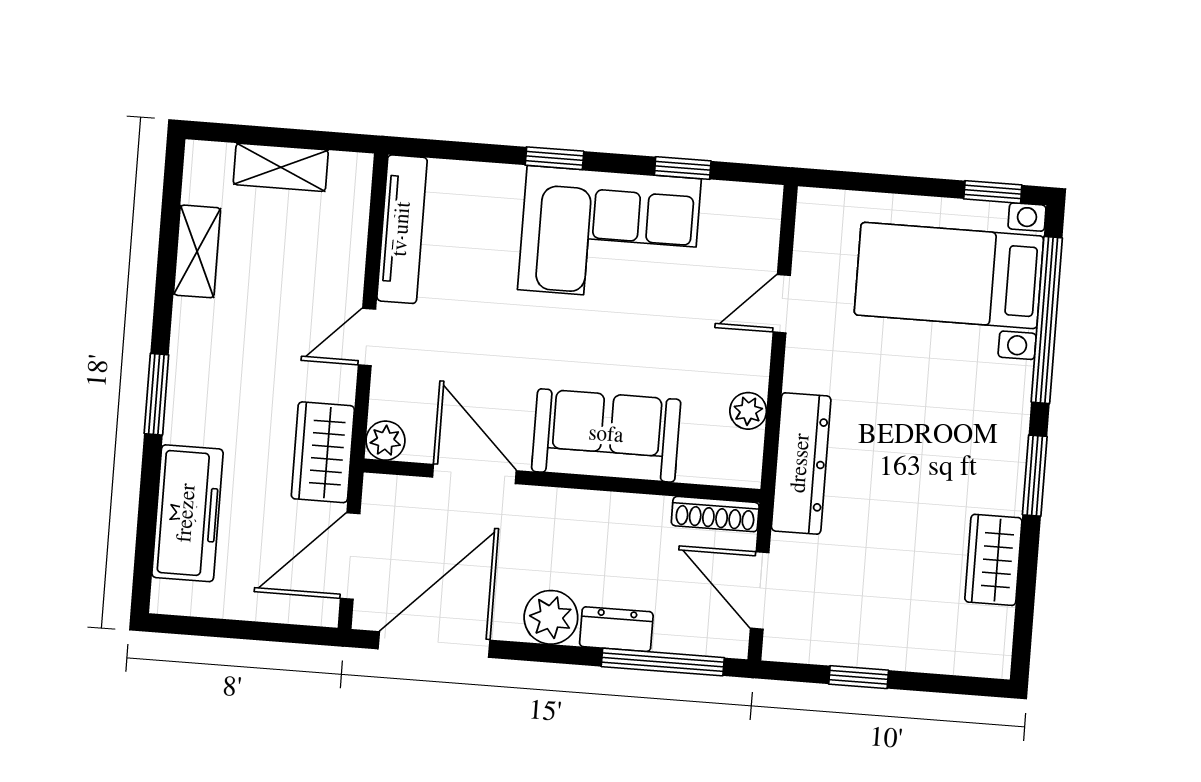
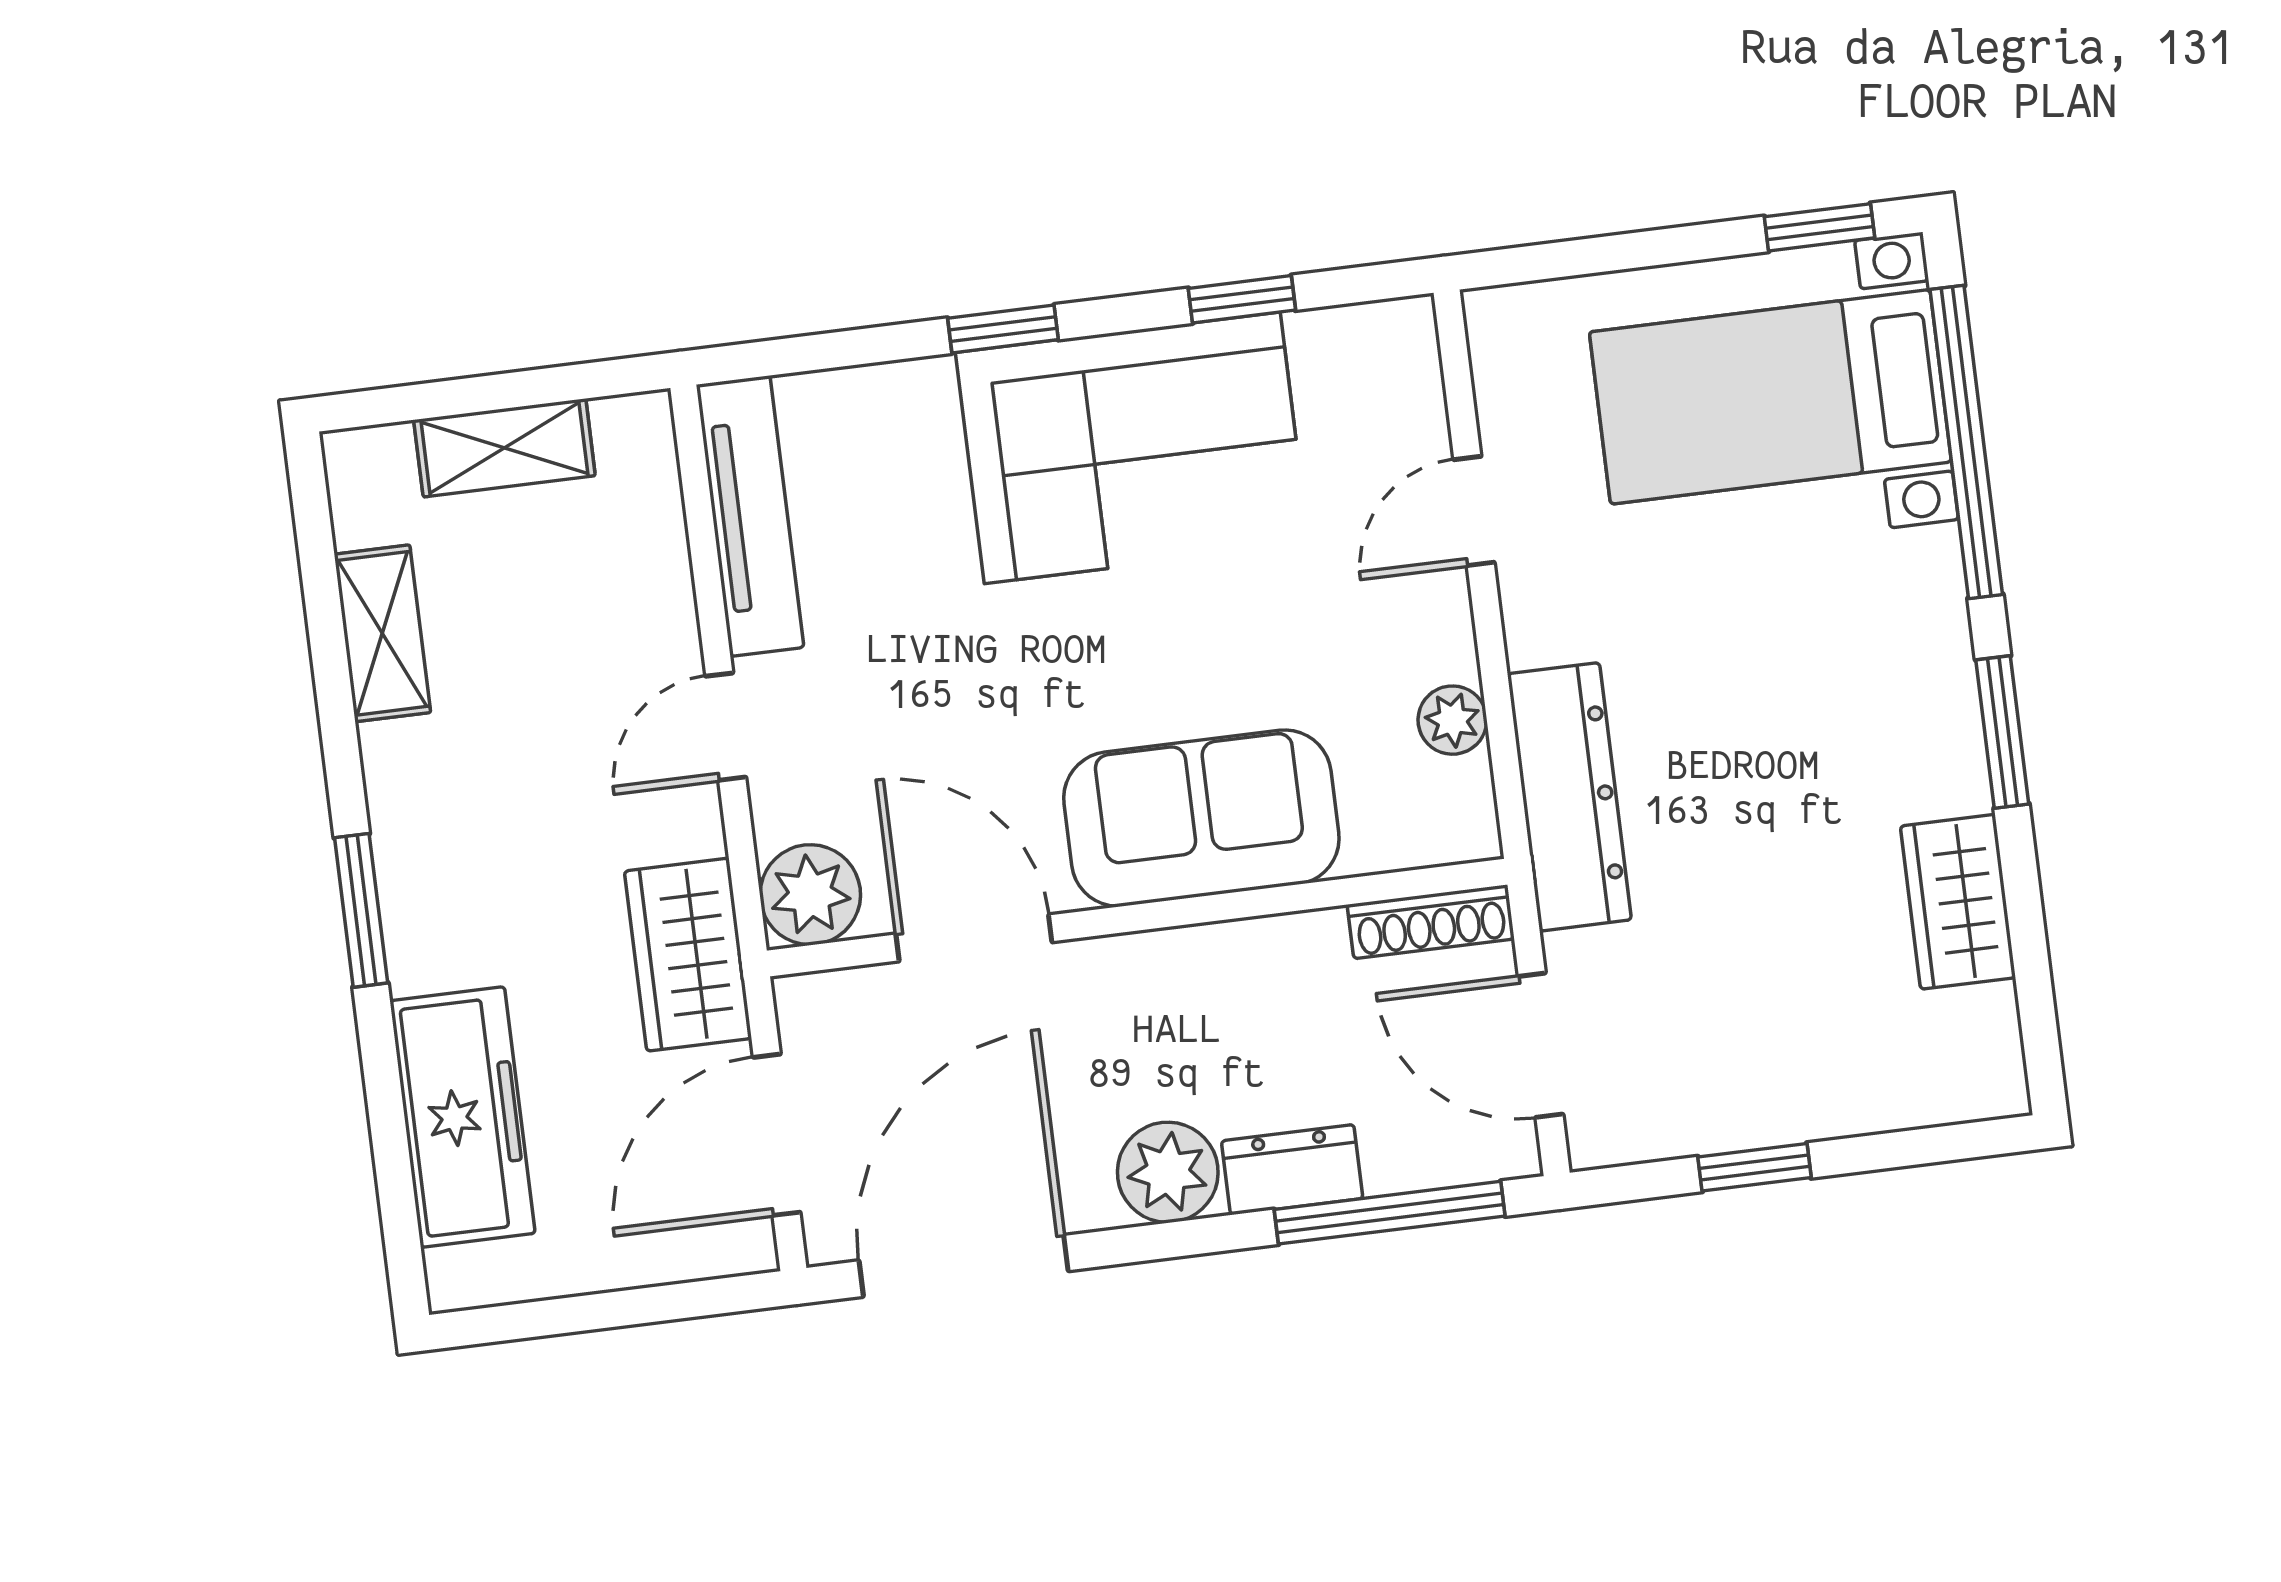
plant: (385, 441) -> (810, 895), width x1.38, depth x1.38

